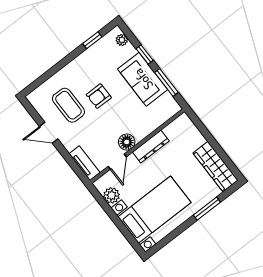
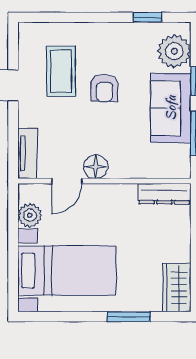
plant: (122, 40) -> (174, 51), width x1.88, depth x1.88
armchair: (99, 96) -> (105, 88), turned -88
dresser: (151, 146) -> (164, 194), moved
wardrobe: (216, 167) -> (177, 288), width x0.67

